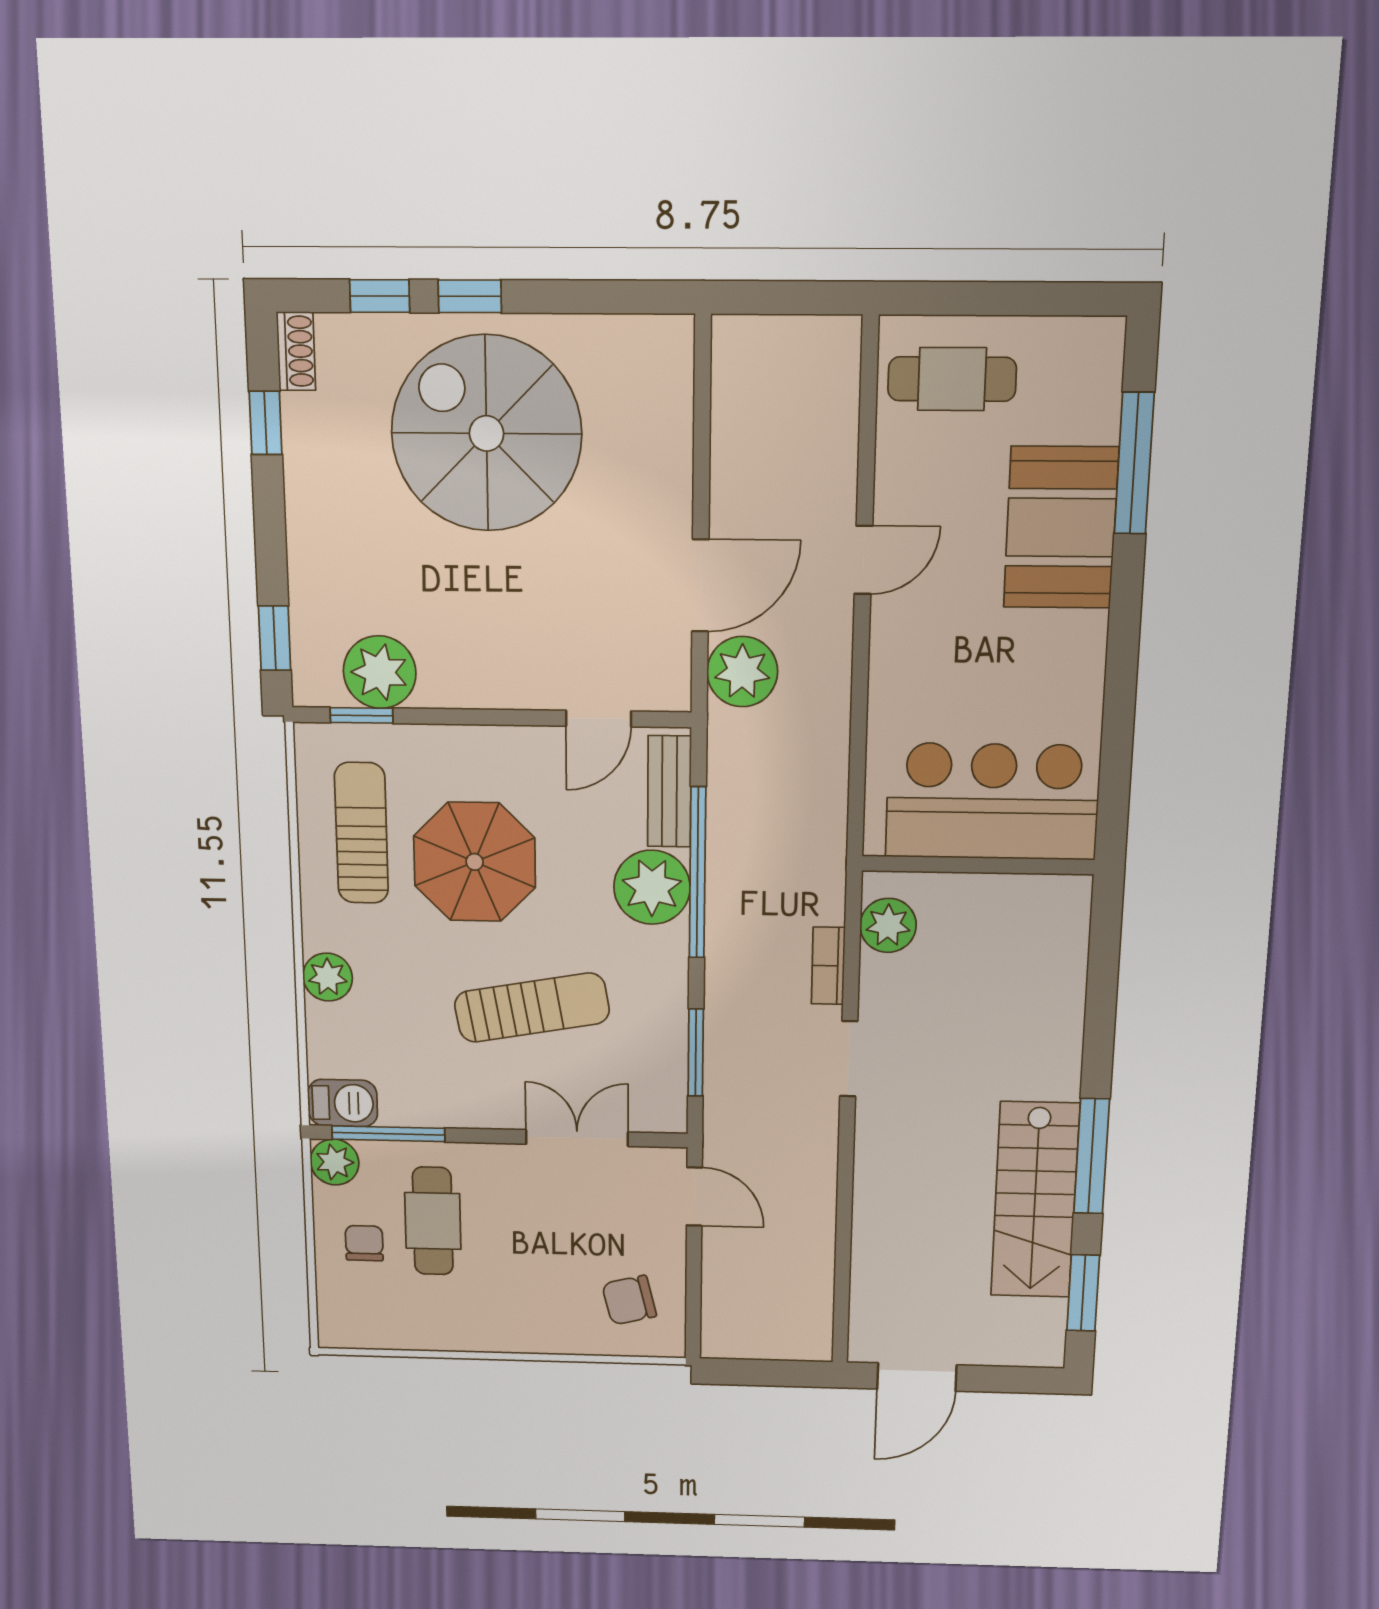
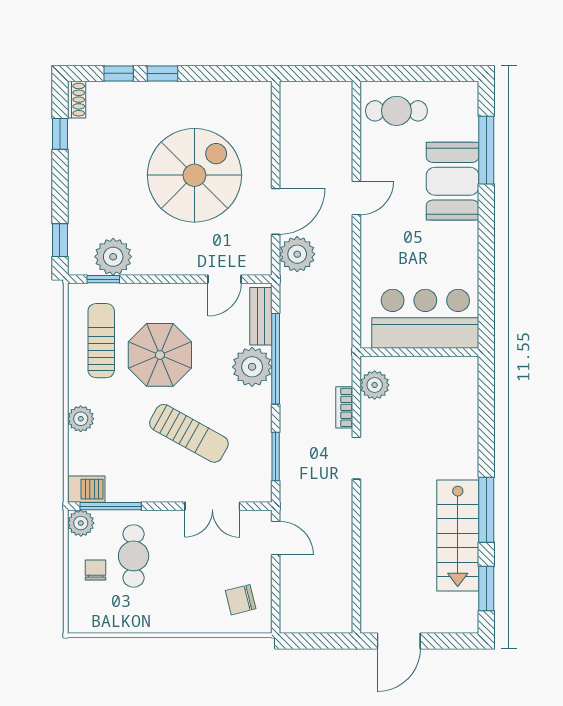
spiral stairs: (487, 433) -> (194, 175), moved, turned 90
sun lounger: (532, 1008) -> (189, 433), turned 39
double door: (577, 1138) -> (212, 506), swing flipped

